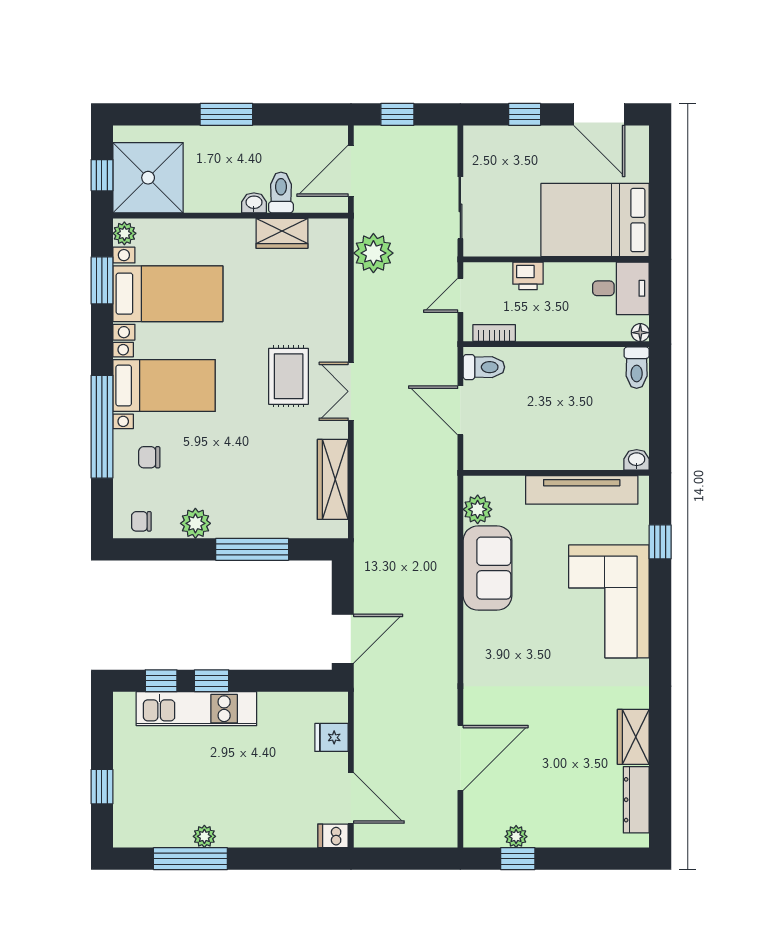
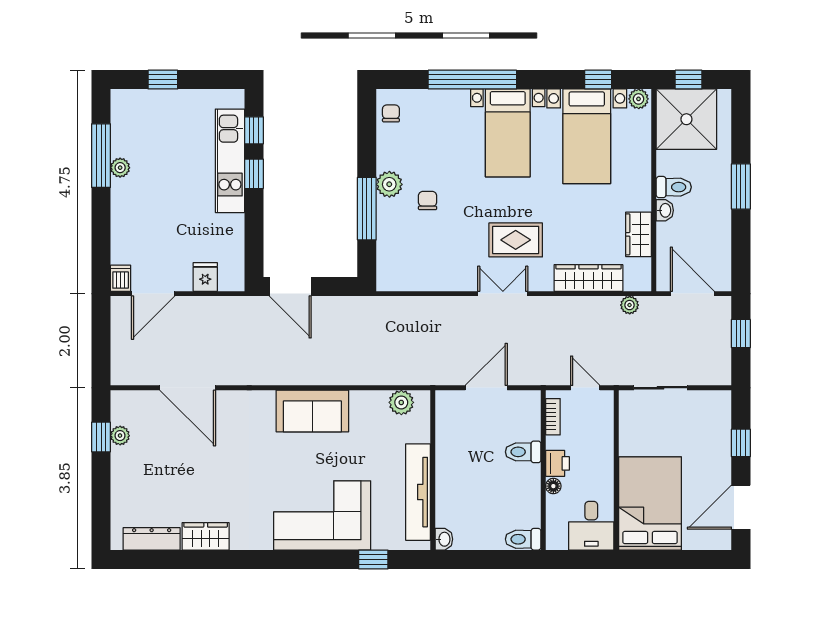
toilet: (281, 192) -> (674, 187), moved
plant: (373, 253) -> (630, 305), width x0.53, depth x0.53
printer: (528, 276) -> (557, 463), moved, turned 180
window: (102, 280) -> (598, 80), width x0.67
floor lamp: (640, 333) -> (553, 486), moved
toilet: (484, 367) -> (523, 452), moved, turned 90
chair: (149, 457) -> (428, 201), moved
wardrobe: (333, 479) -> (588, 278), moved
plant: (195, 523) -> (389, 184), moved
sofa: (487, 568) -> (312, 411), moved

